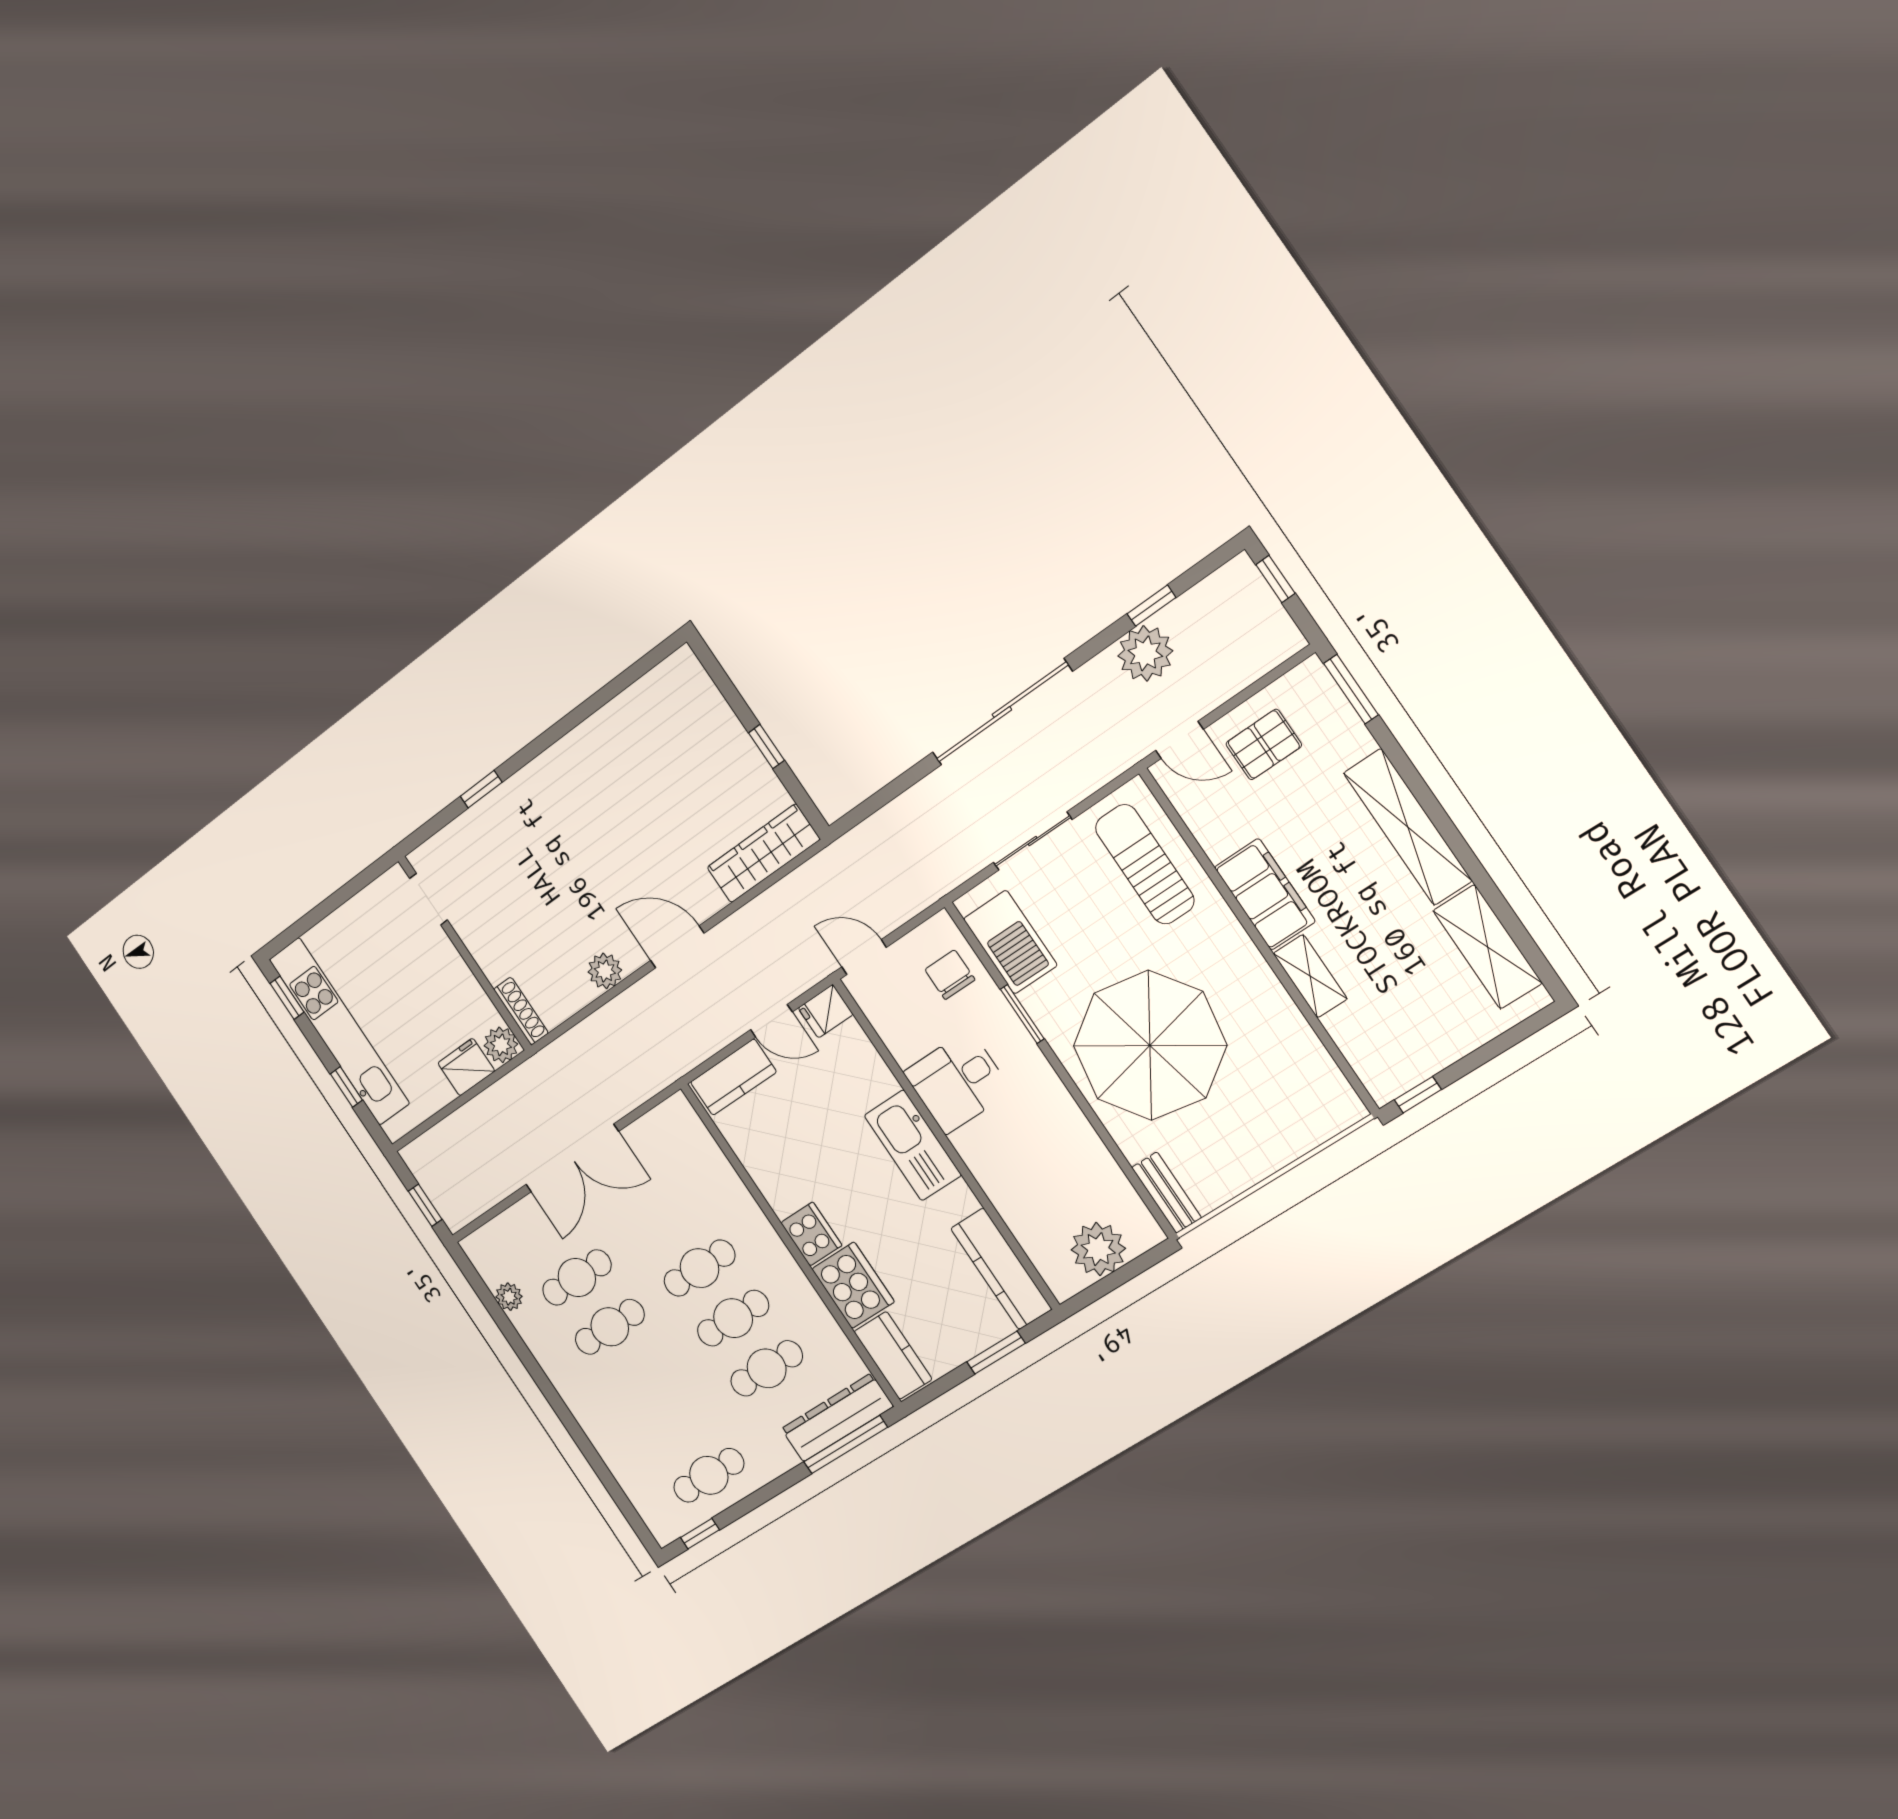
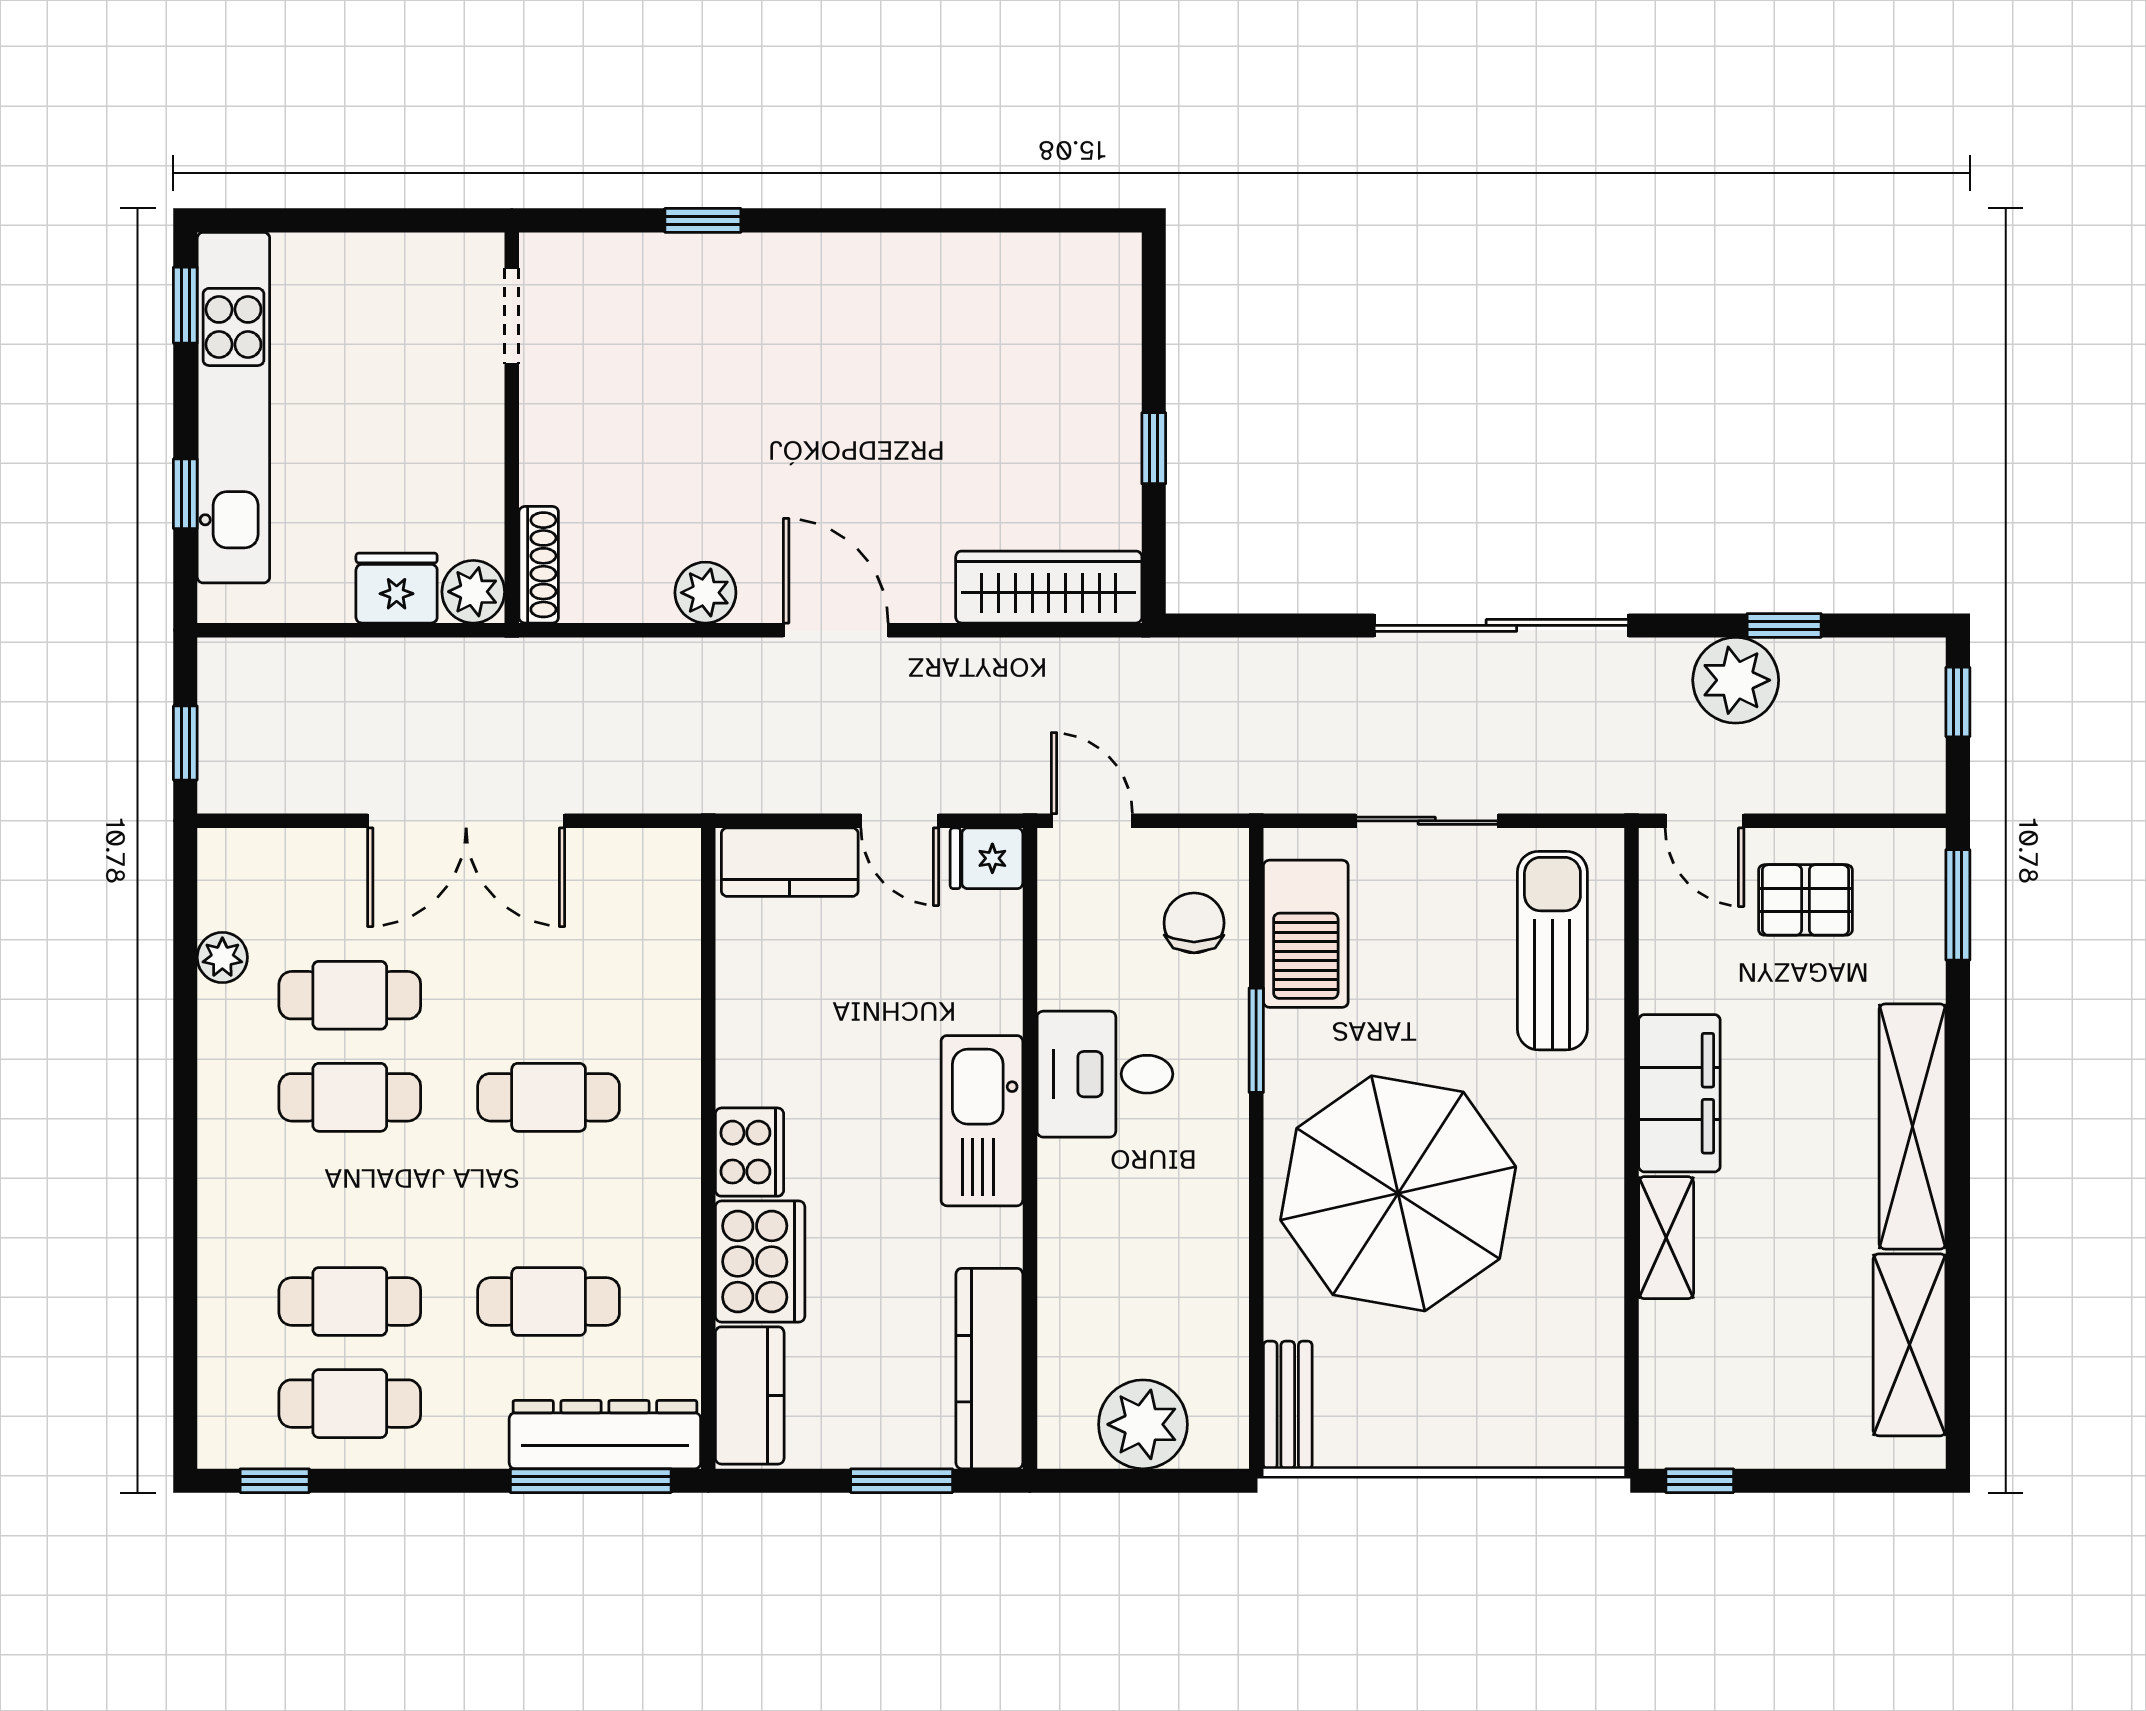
cafe table: (733, 1318) -> (350, 1301), moved

